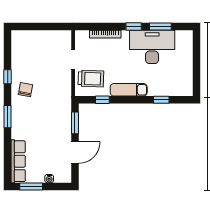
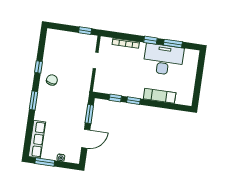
window: (56, 26) -> (85, 31), added
trolley: (91, 79) -> (108, 79), removed
exam couch: (129, 90) -> (160, 96), moved
window: (161, 100) -> (133, 101), moved

